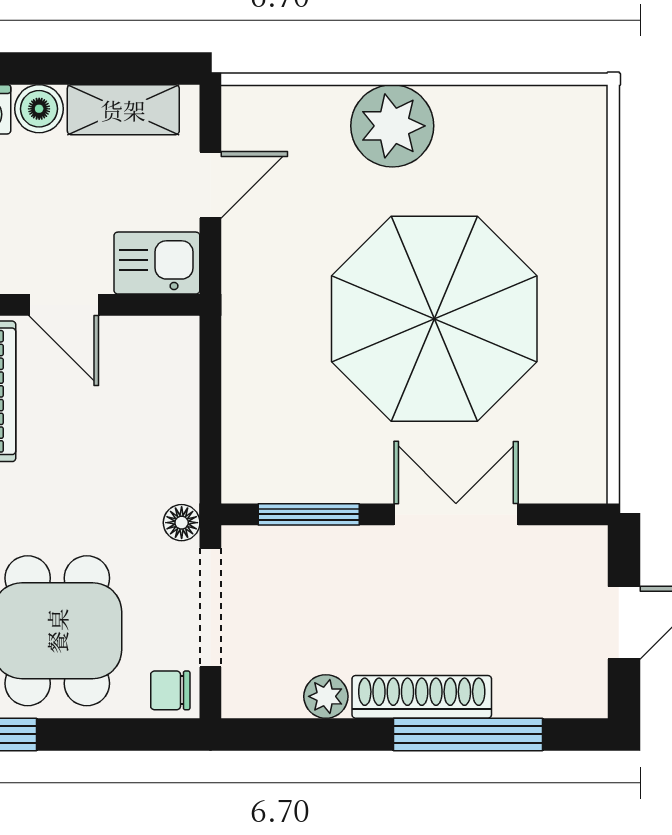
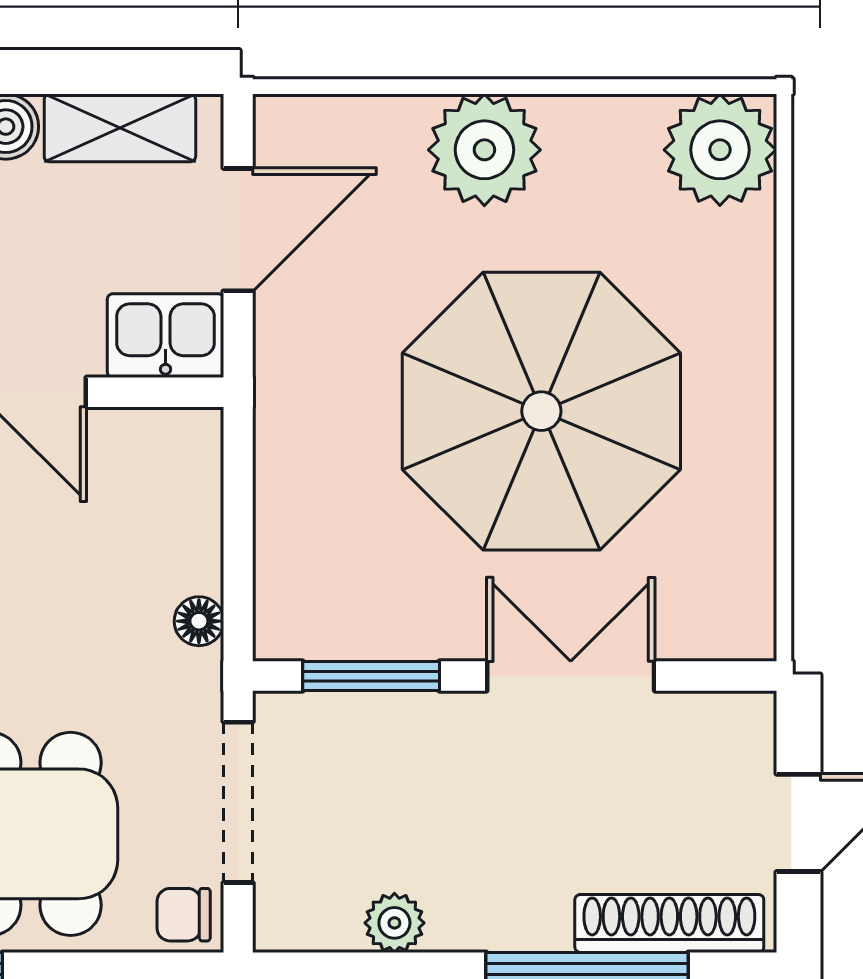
plant: (566, 126) -> (720, 150), added
door: (210, 185) -> (238, 230), width x1.38
floor lamp: (182, 523) -> (199, 621), moved
shoe rack: (422, 697) -> (669, 923), moved

